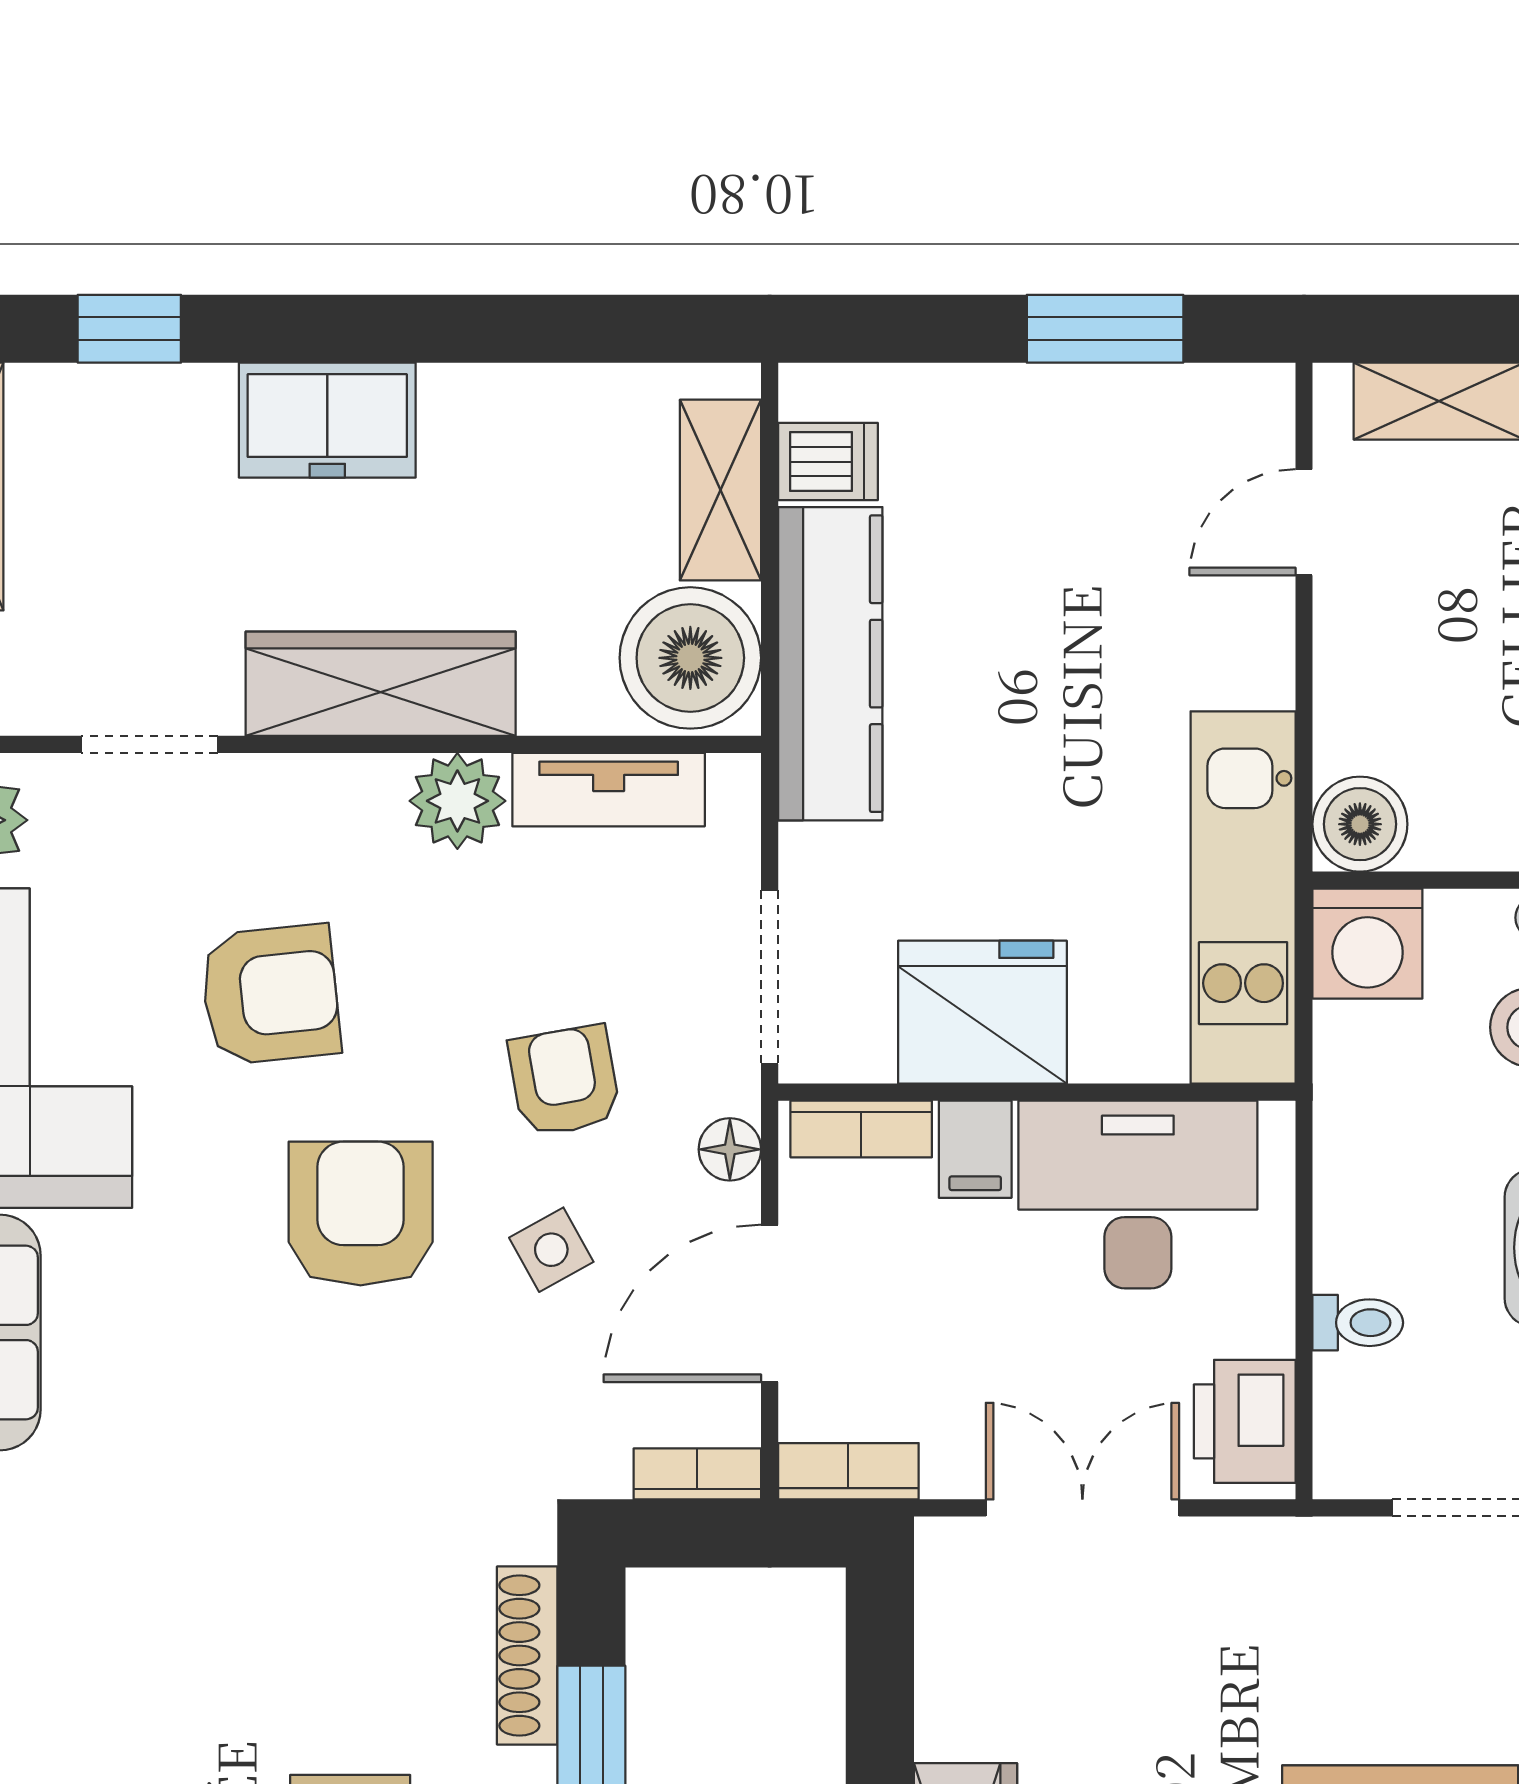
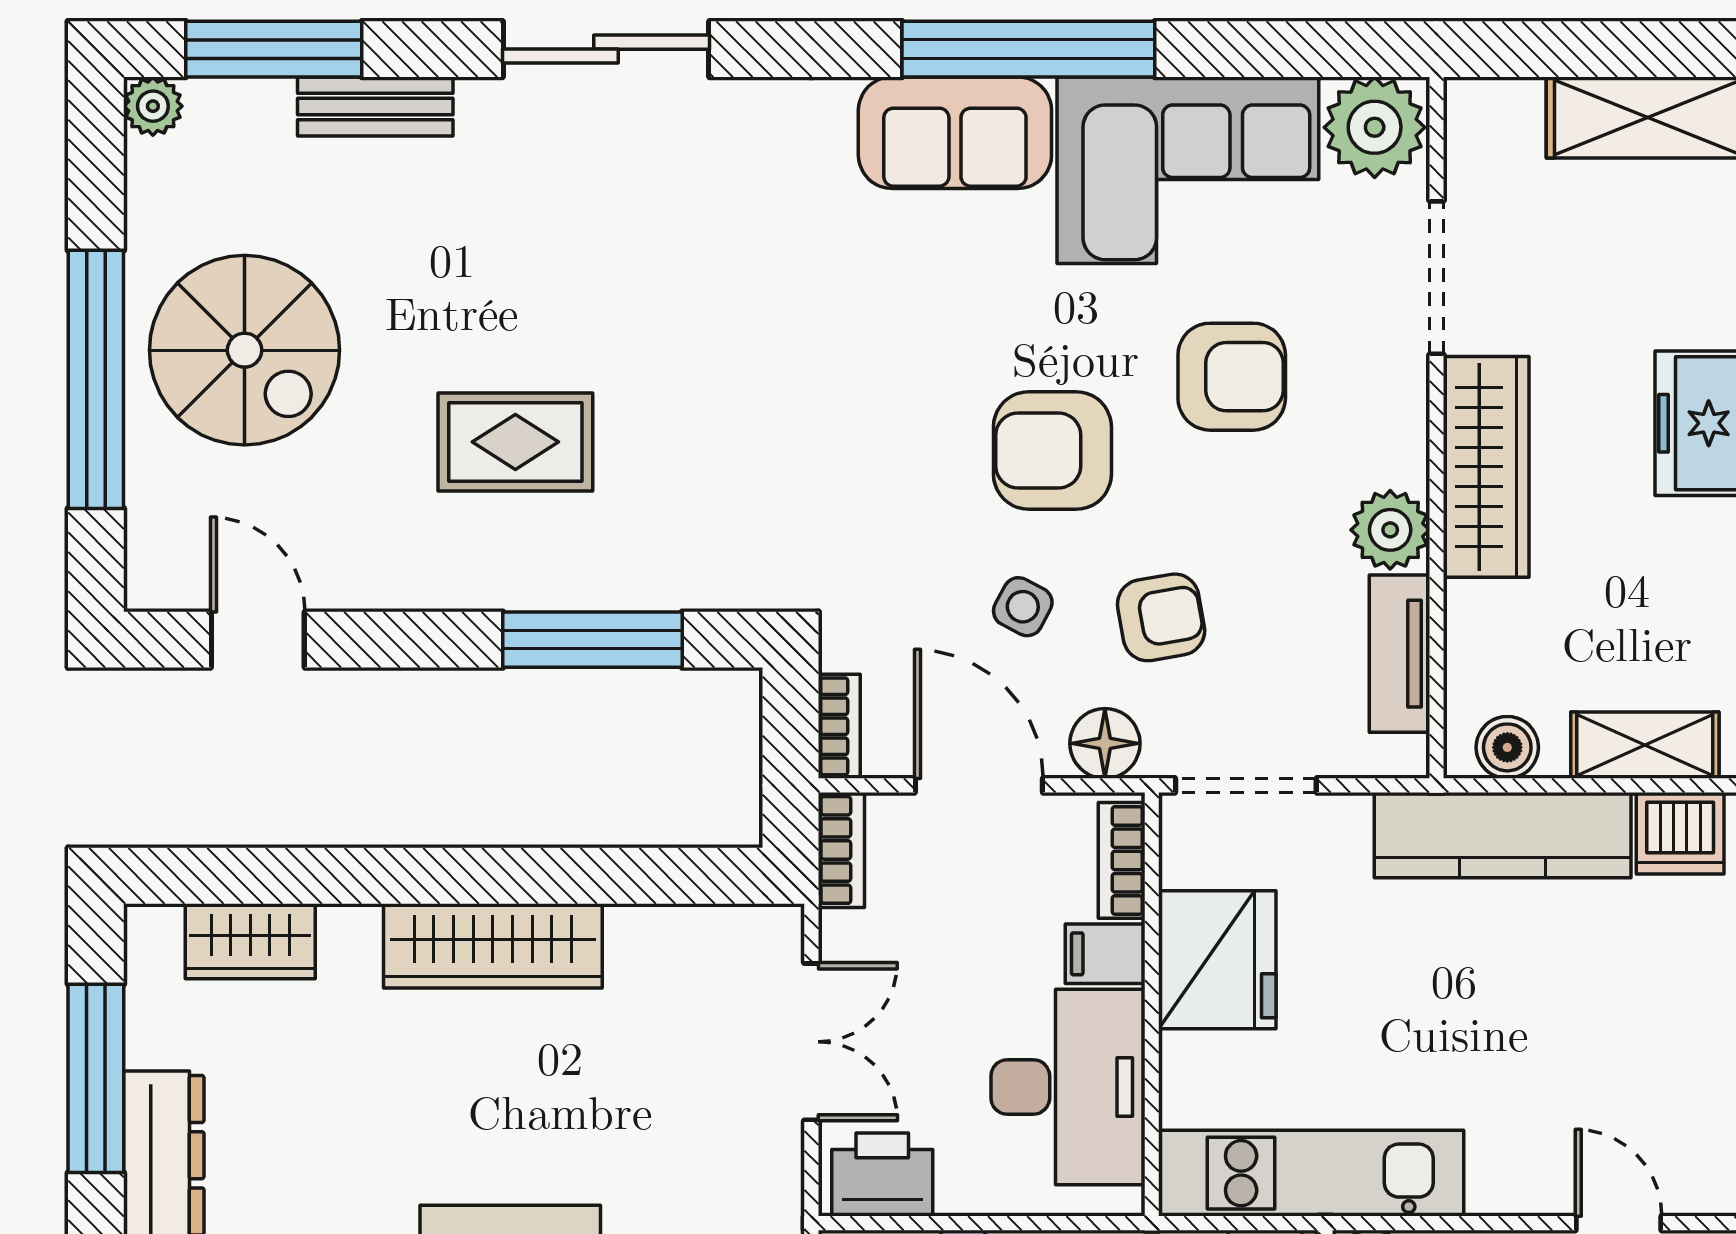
dishwasher: (828, 462) -> (1680, 833), width x1.38
boiler: (690, 658) -> (1507, 747), width x0.54, depth x0.54
doorway: (149, 744) -> (1437, 278), width x1.38
armchair: (270, 995) -> (1232, 377), turned -84
floor lamp: (730, 1149) -> (1105, 743), width x1.37, depth x1.37
armchair: (361, 1213) -> (1052, 451), turned 180
side table: (551, 1250) -> (1023, 607), turned -33
shoe rack: (527, 1655) -> (690, 587), removed

